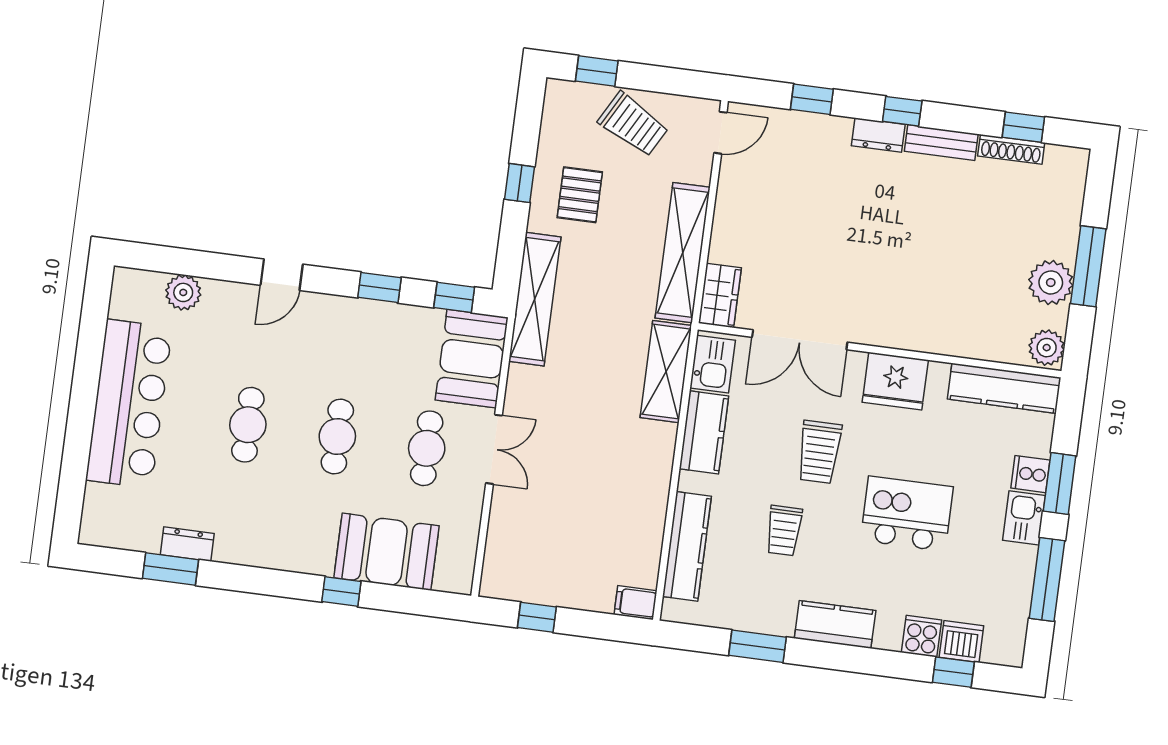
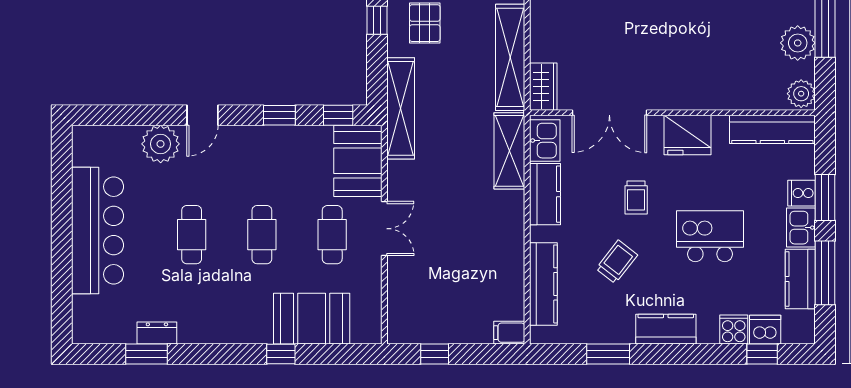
plant: (183, 292) -> (161, 144), moved, width x1.36, depth x1.36
trolley: (819, 452) -> (636, 197), width x0.73, depth x0.72
trolley: (784, 531) -> (617, 262), turned -142
kitchen counter: (1014, 583) -> (800, 279), added

